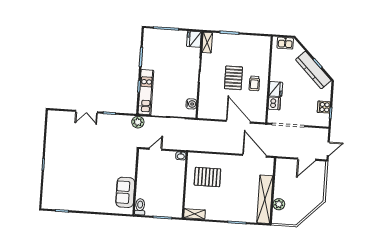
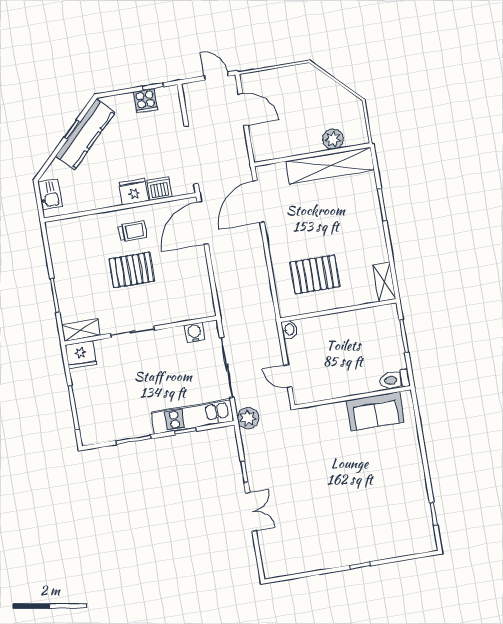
door: (238, 122) -> (203, 223), moved
pallet: (207, 177) -> (315, 274), turned 90

